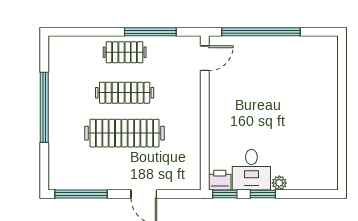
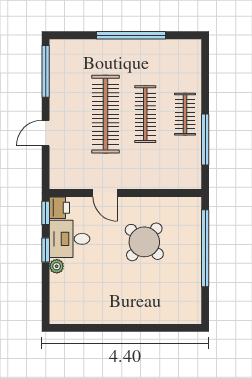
door: (205, 58) -> (105, 193), moved
round table: (255, 94) -> (144, 242), added

